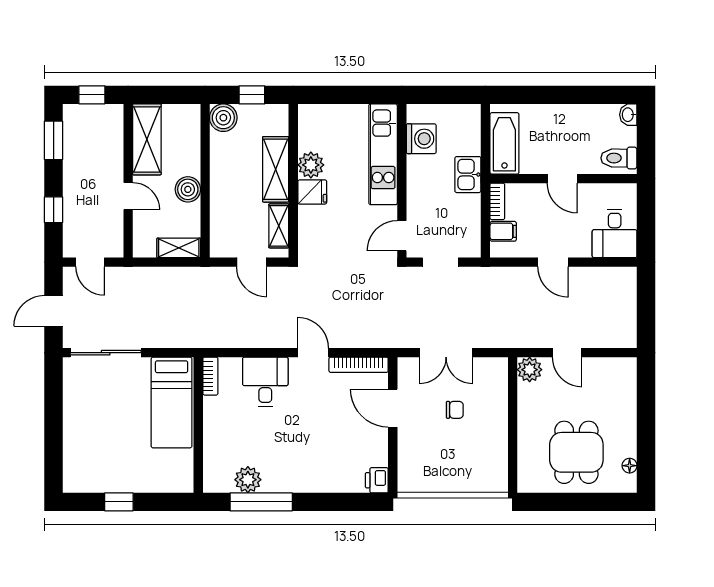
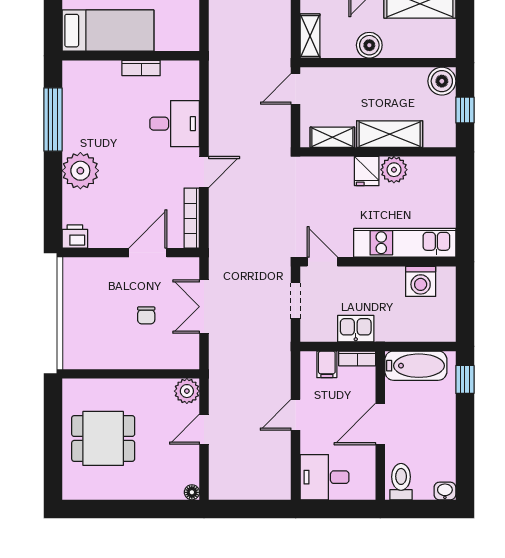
window: (518, 95) -> (465, 379), added
kitchen sink: (468, 175) -> (356, 329), moved
door: (562, 179) -> (380, 424), width x1.38
door: (252, 262) -> (296, 89), moved
bookcase: (210, 376) -> (141, 68), moved
bed: (172, 402) -> (108, 31), moved, turned 180
floor lamp: (630, 466) -> (192, 492), moved
plant: (248, 480) -> (80, 171), moved, width x1.36, depth x1.36

